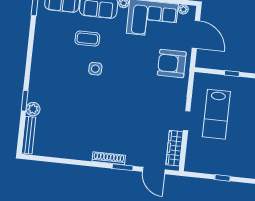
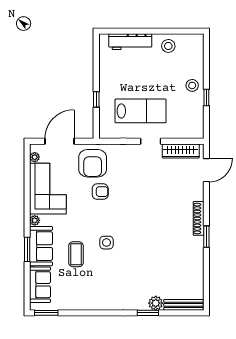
armchair: (144, 68) -> (100, 192), added
stool: (235, 166) -> (192, 85), added
window: (123, 167) -> (206, 237), moved

